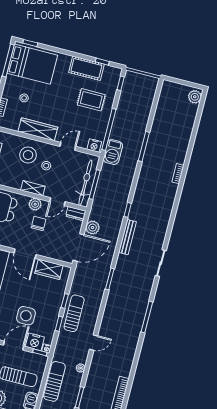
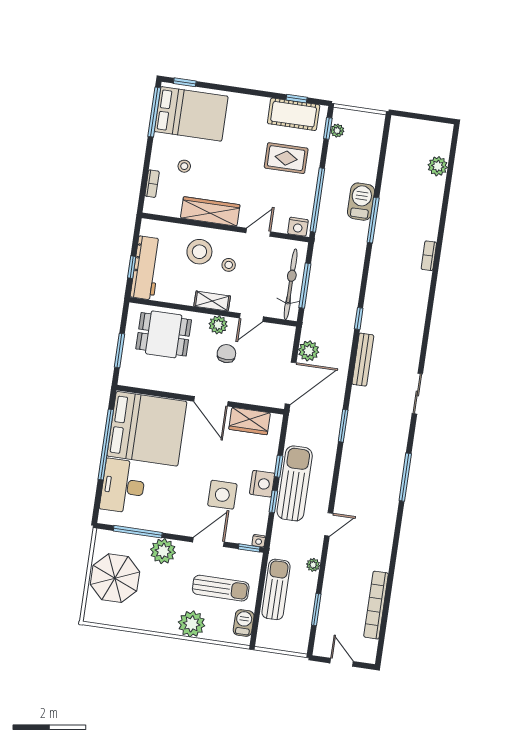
cot: (86, 68) -> (294, 114), moved
plant: (127, 85) -> (337, 131), added
plant: (195, 97) -> (438, 166), moved
barbecue: (113, 152) -> (361, 202), moved, turned 180
dresser: (76, 214) -> (281, 332), removed
sun lounger: (74, 313) -> (295, 483), width x1.36, depth x1.34
nightstand: (35, 342) -> (262, 484), moved, turned -90

